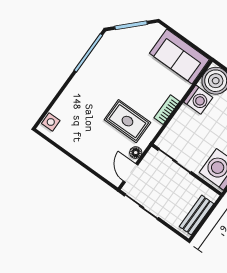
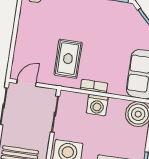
washing machine: (198, 100) -> (97, 105), moved
floor lamp: (136, 153) -> (46, 79), removed

